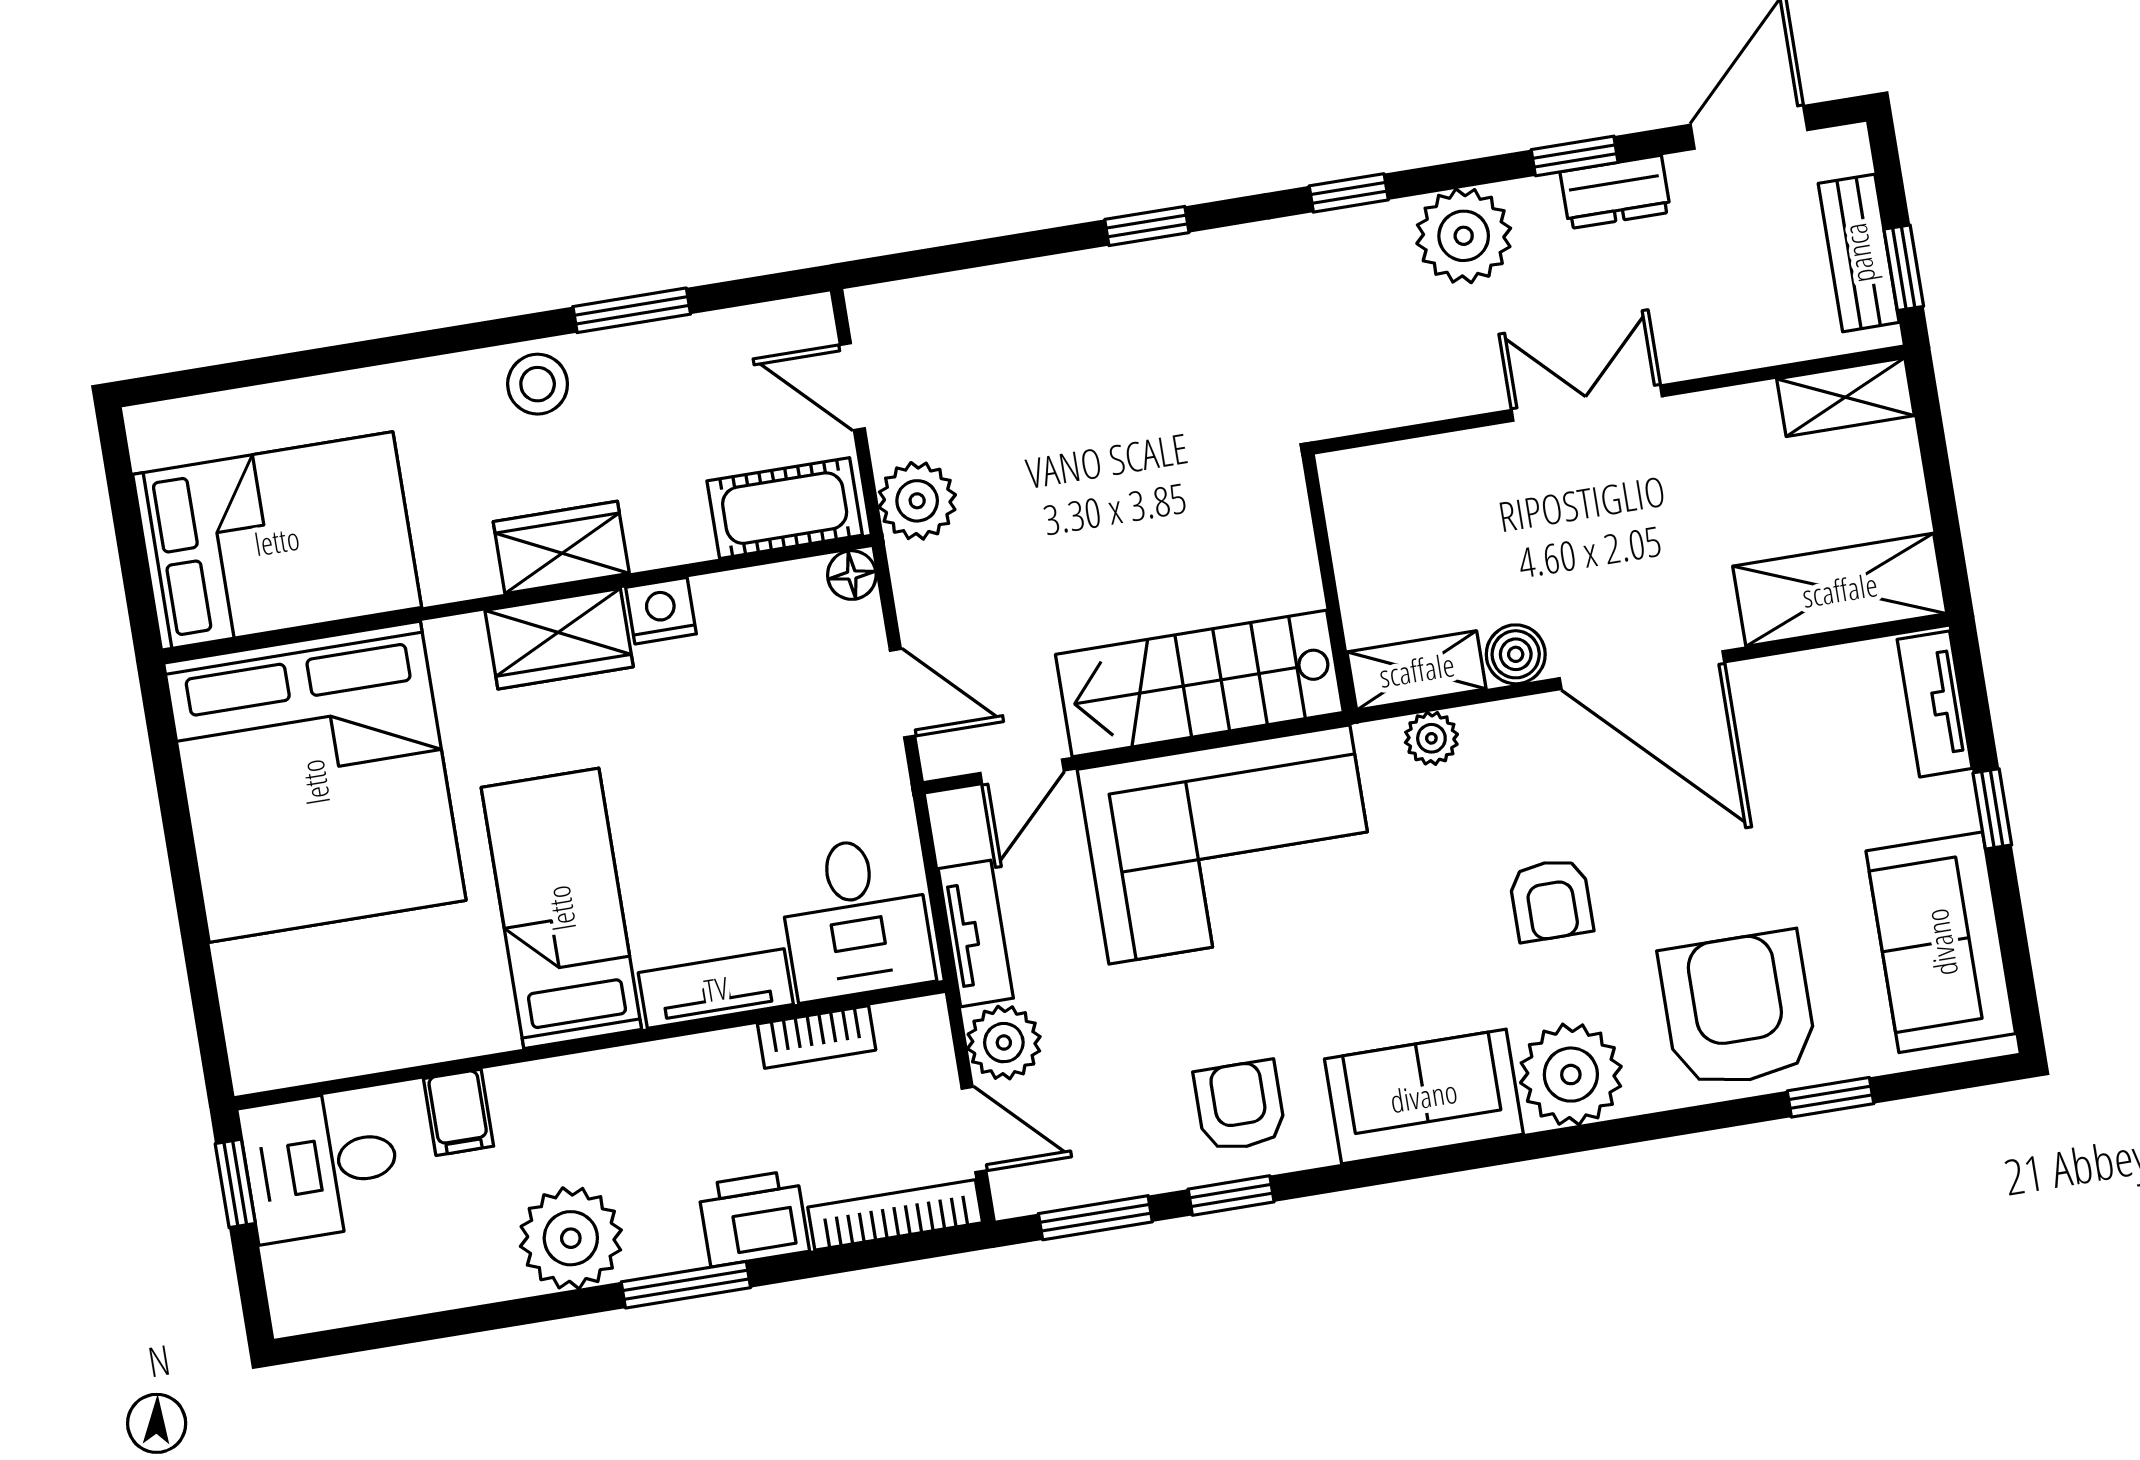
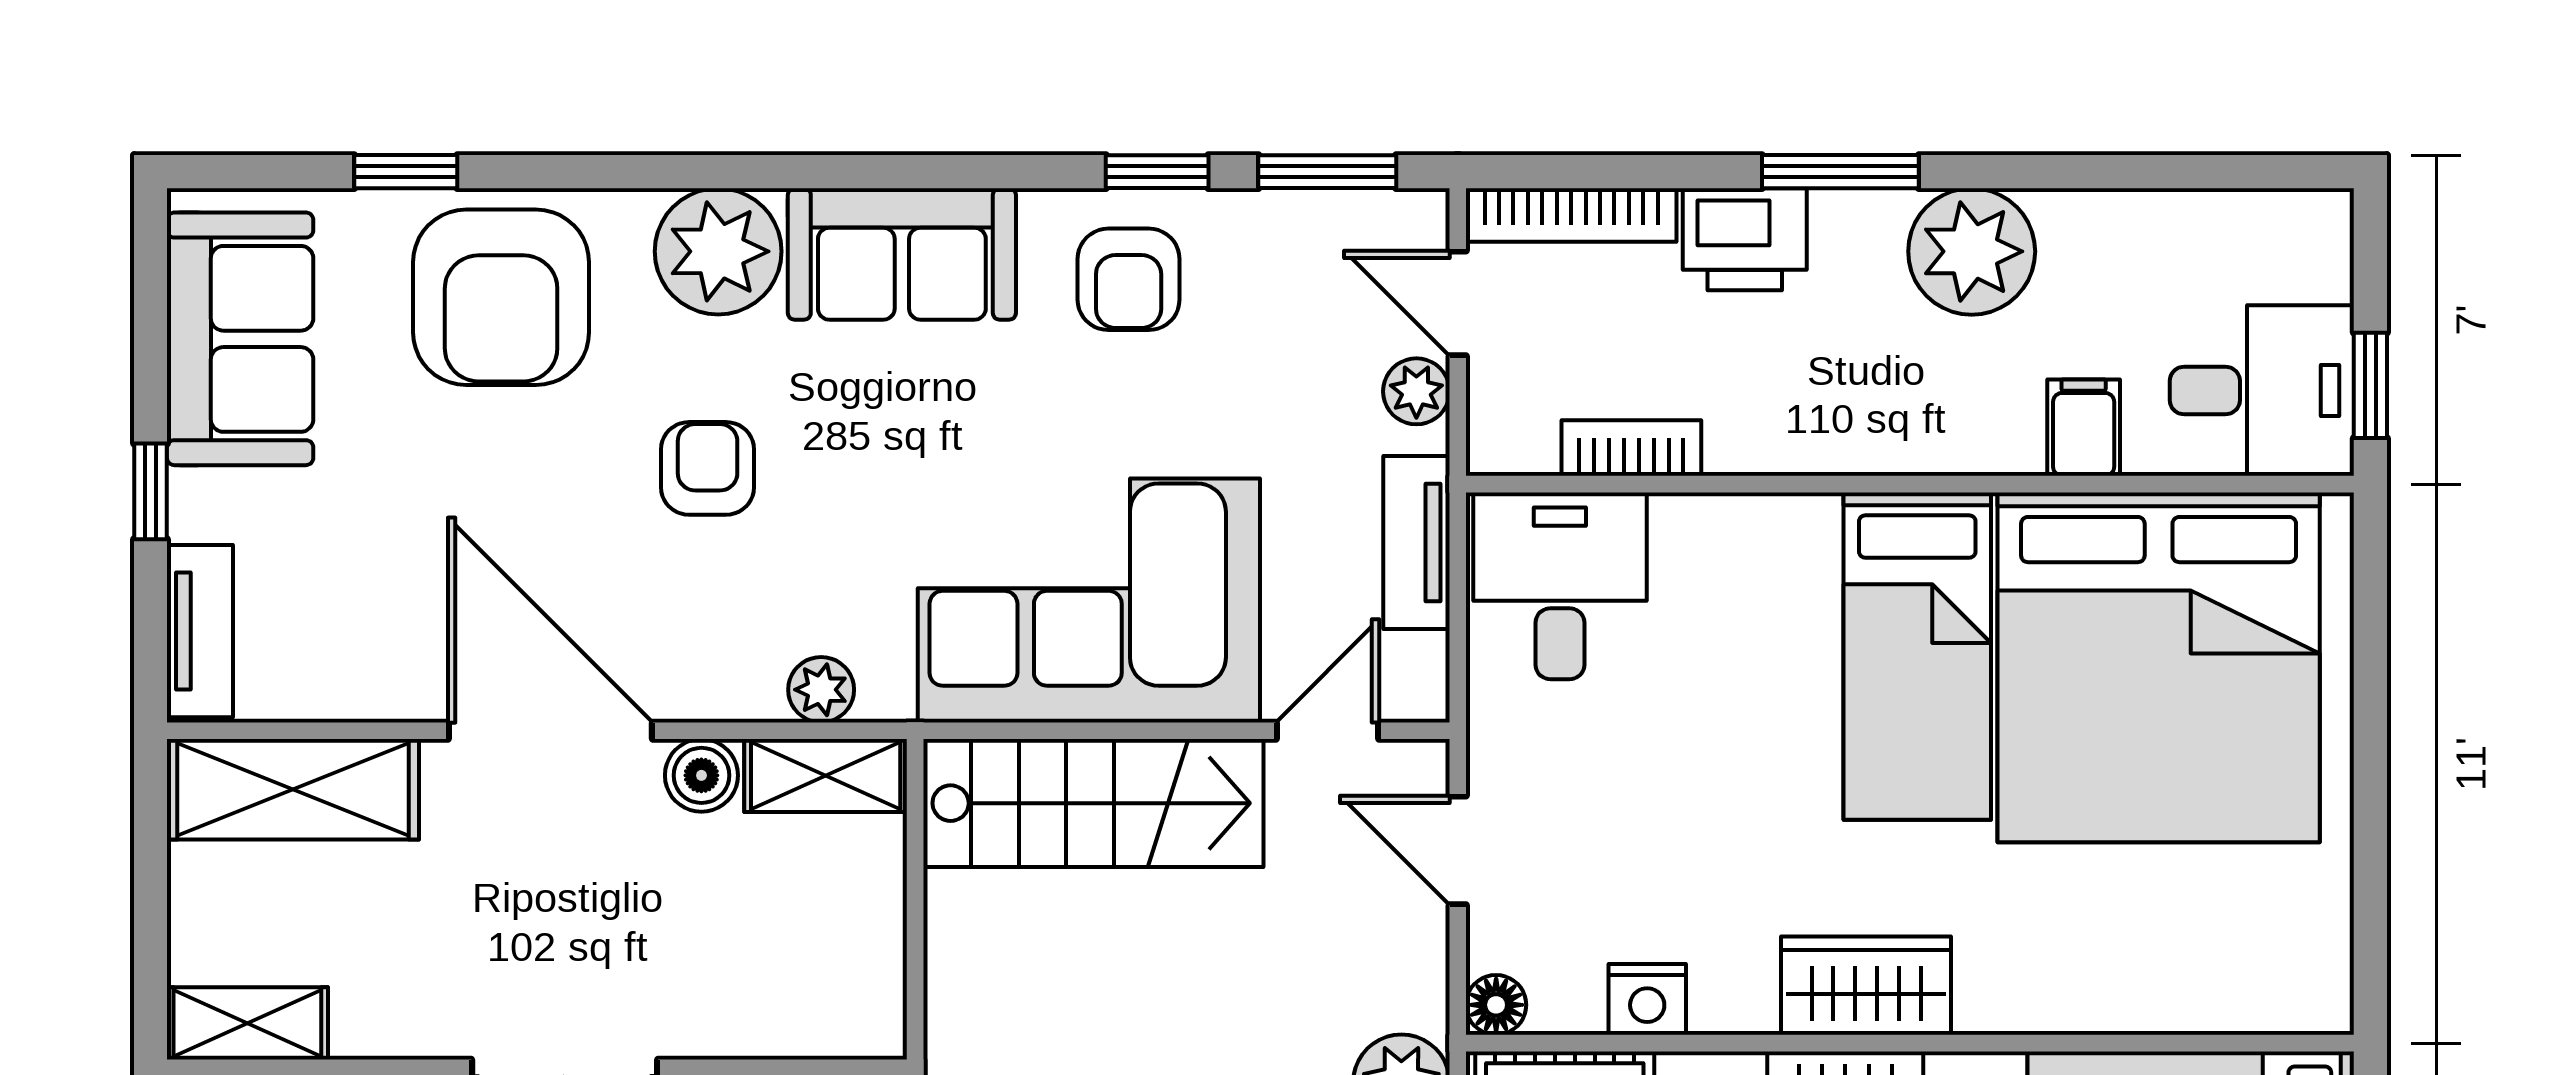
nightstand: (661, 611) -> (1647, 999), moved
bed: (315, 782) -> (2159, 667), moved, turned 180
tv unit: (716, 989) -> (1745, 527), removed
plant: (1004, 1043) -> (1416, 391), width x0.73, depth x0.73

